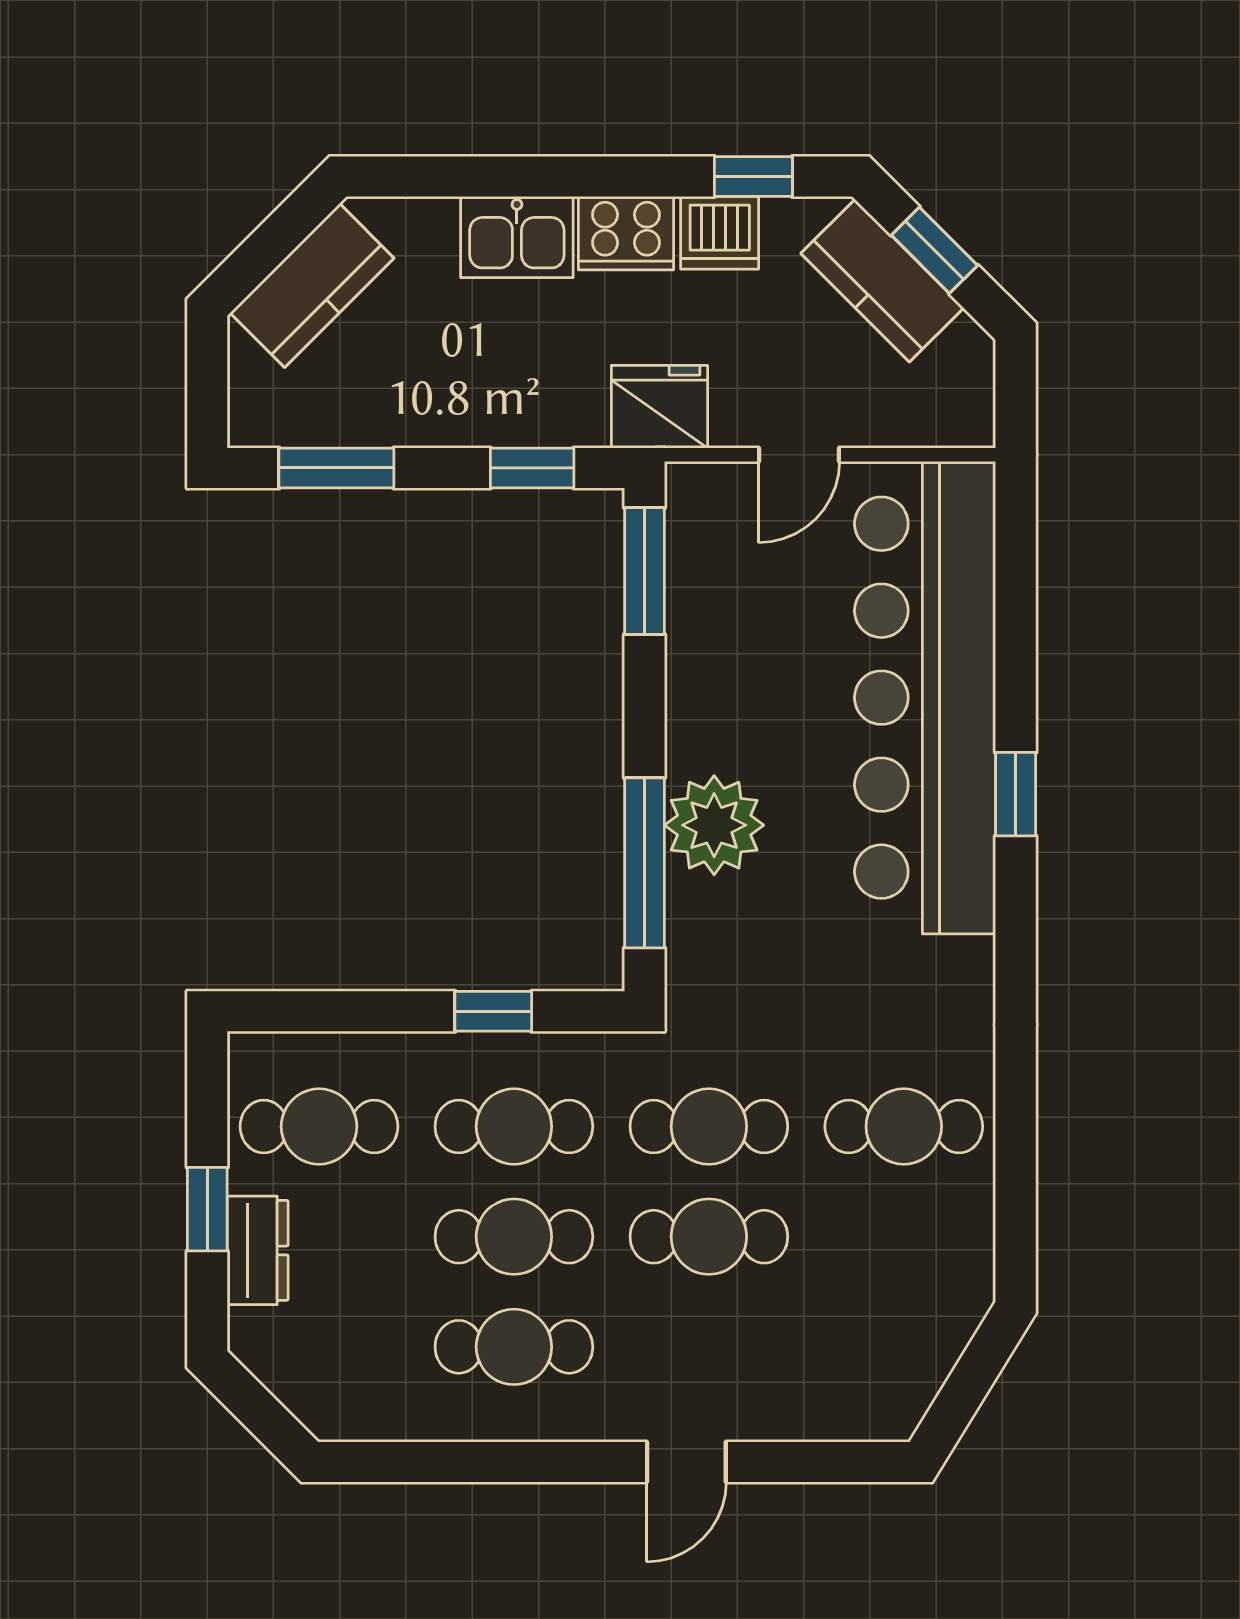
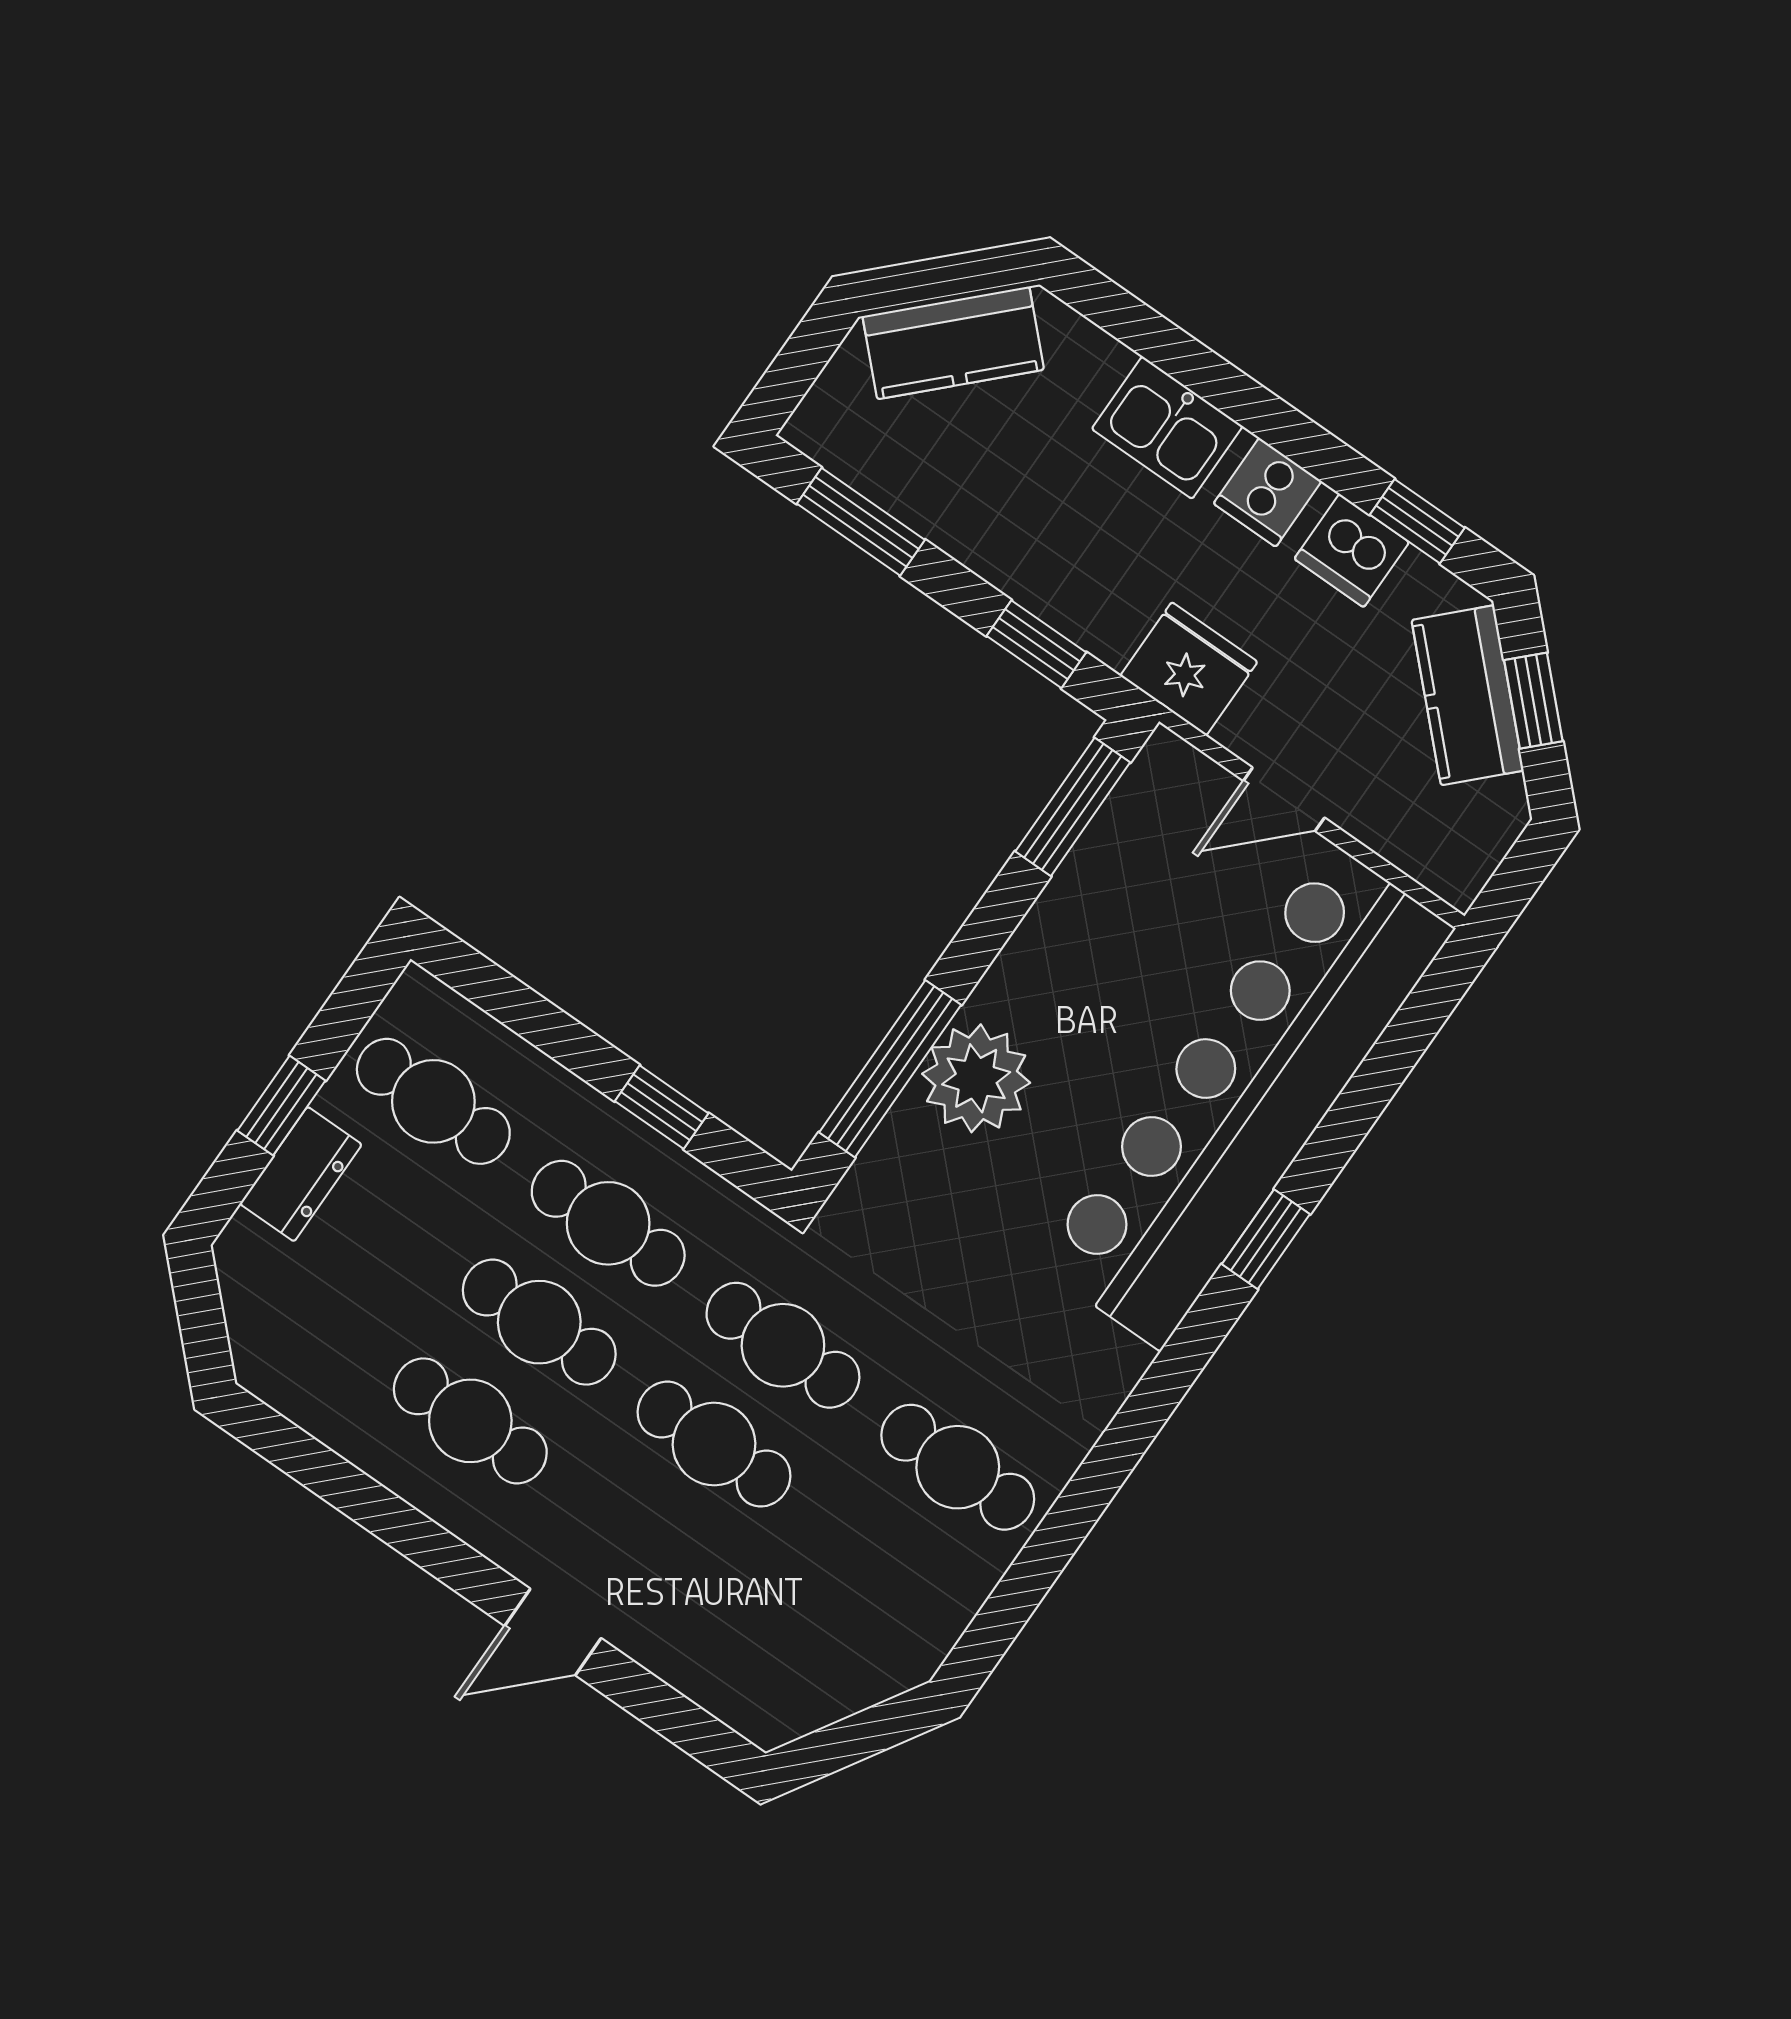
cooker: (626, 233) -> (1268, 492), width x0.73

